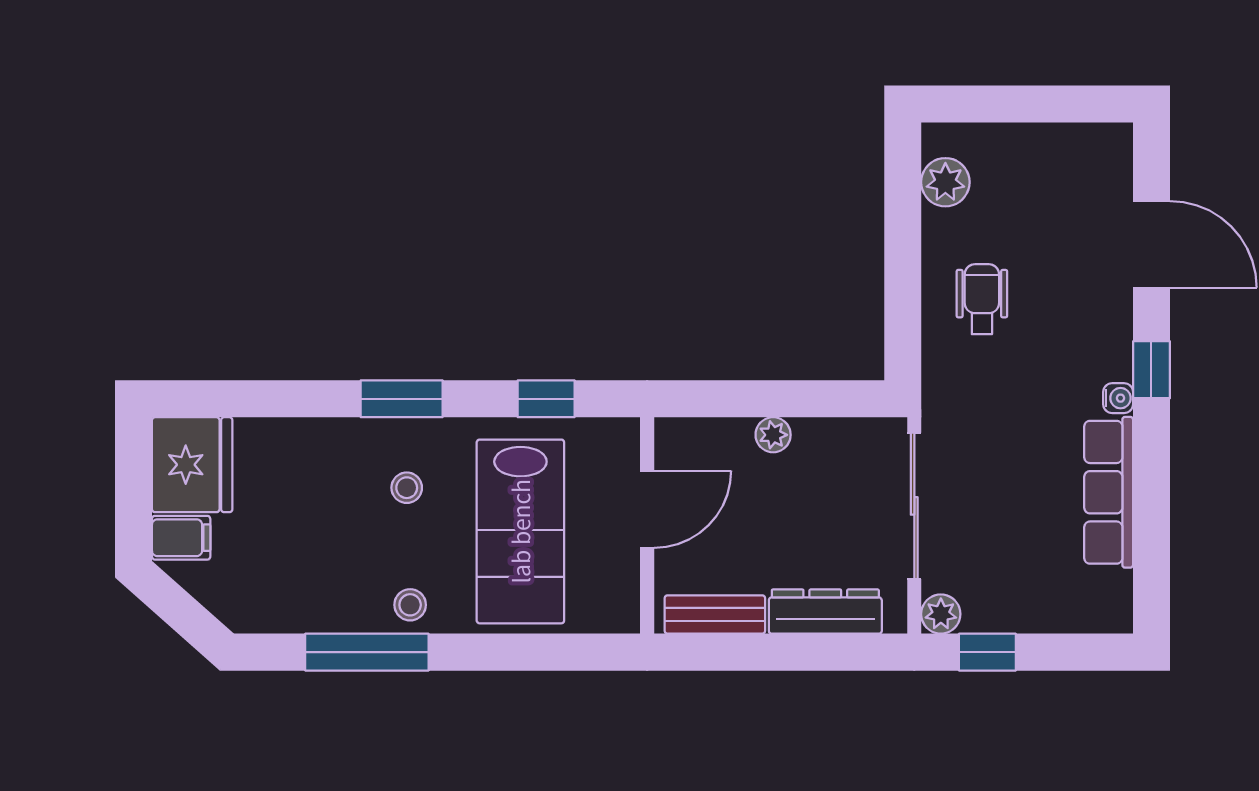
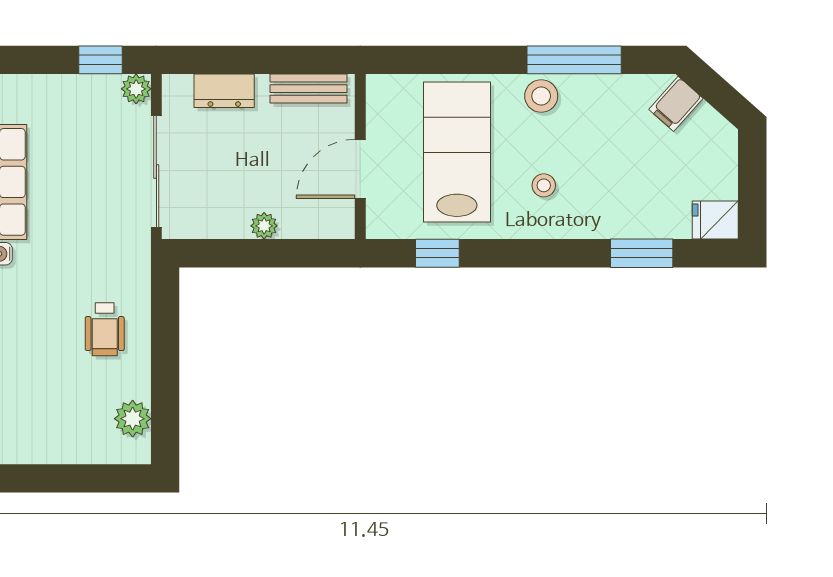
window: (402, 399) -> (642, 253), moved
fridge: (192, 465) -> (715, 220), width x0.53, depth x0.75
filing cabinet: (181, 538) -> (676, 104), moved, turned -48
stool: (410, 605) -> (541, 96), width x1.37, depth x1.37
dresser: (825, 612) -> (224, 91), width x0.70

